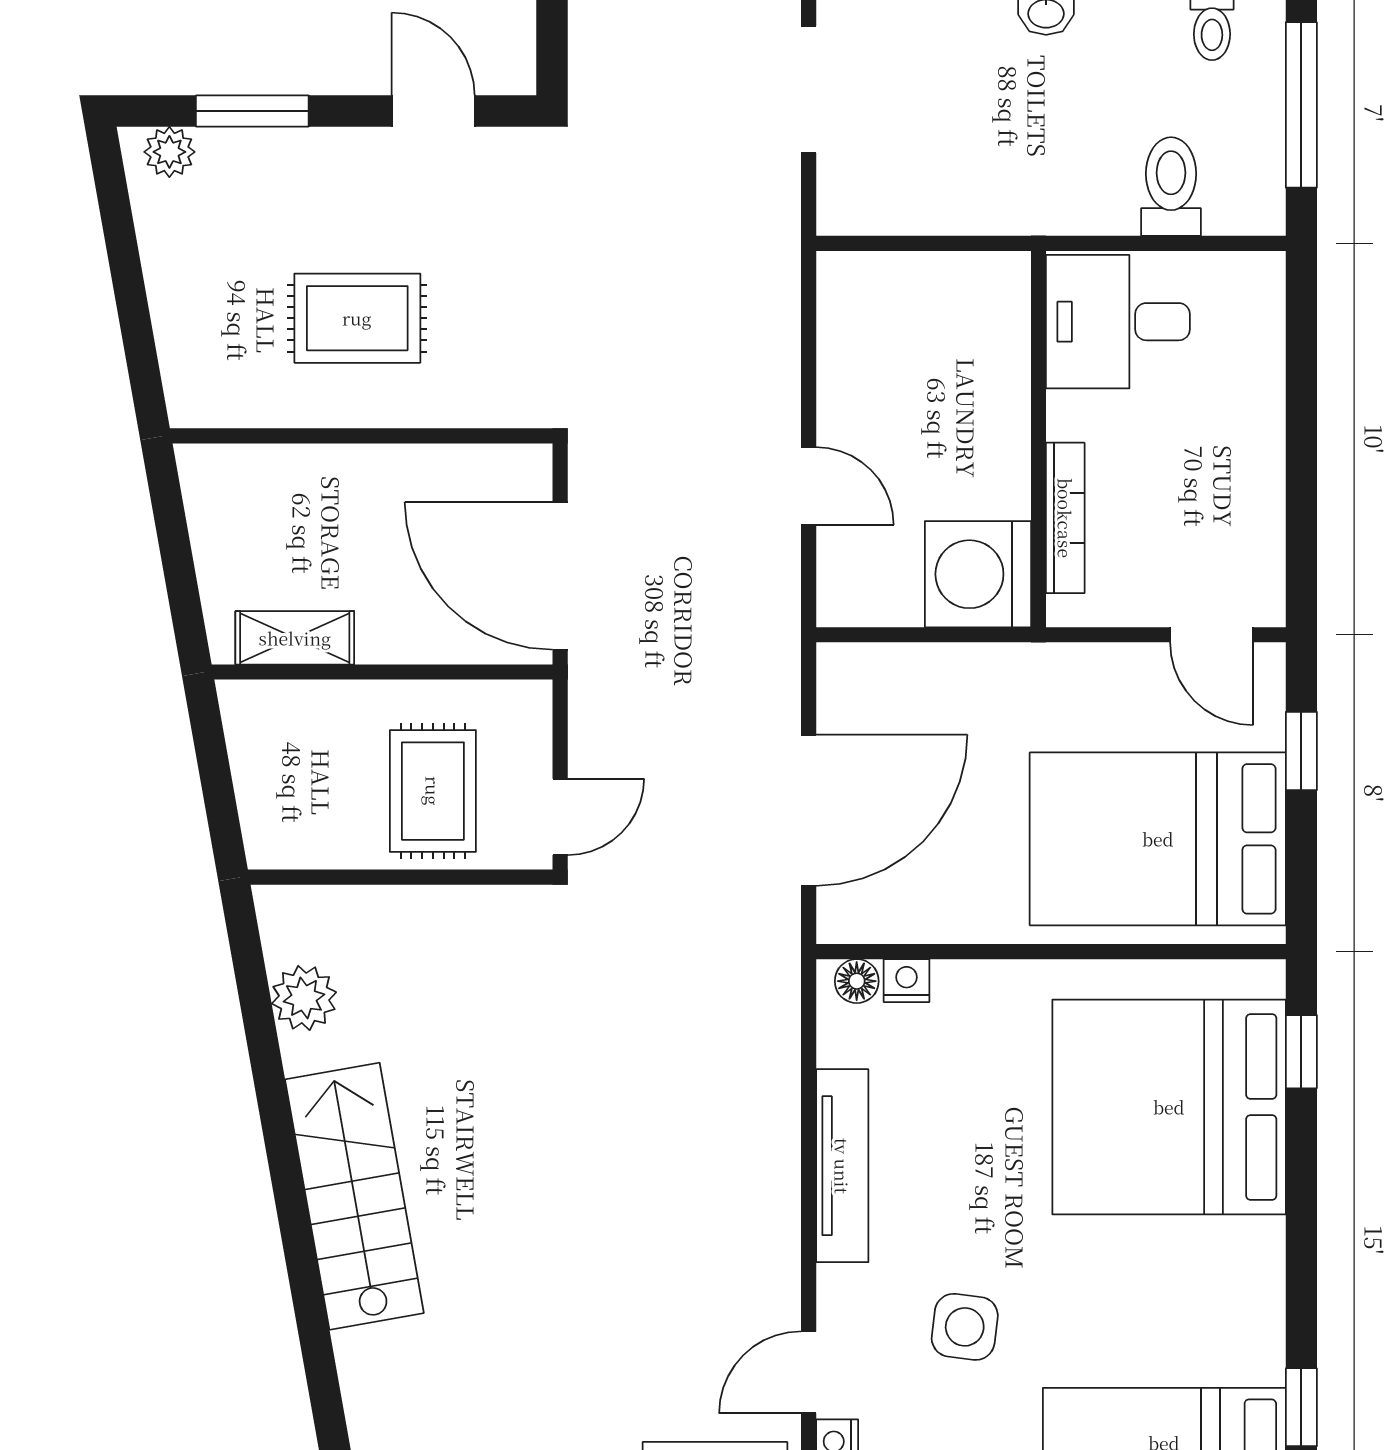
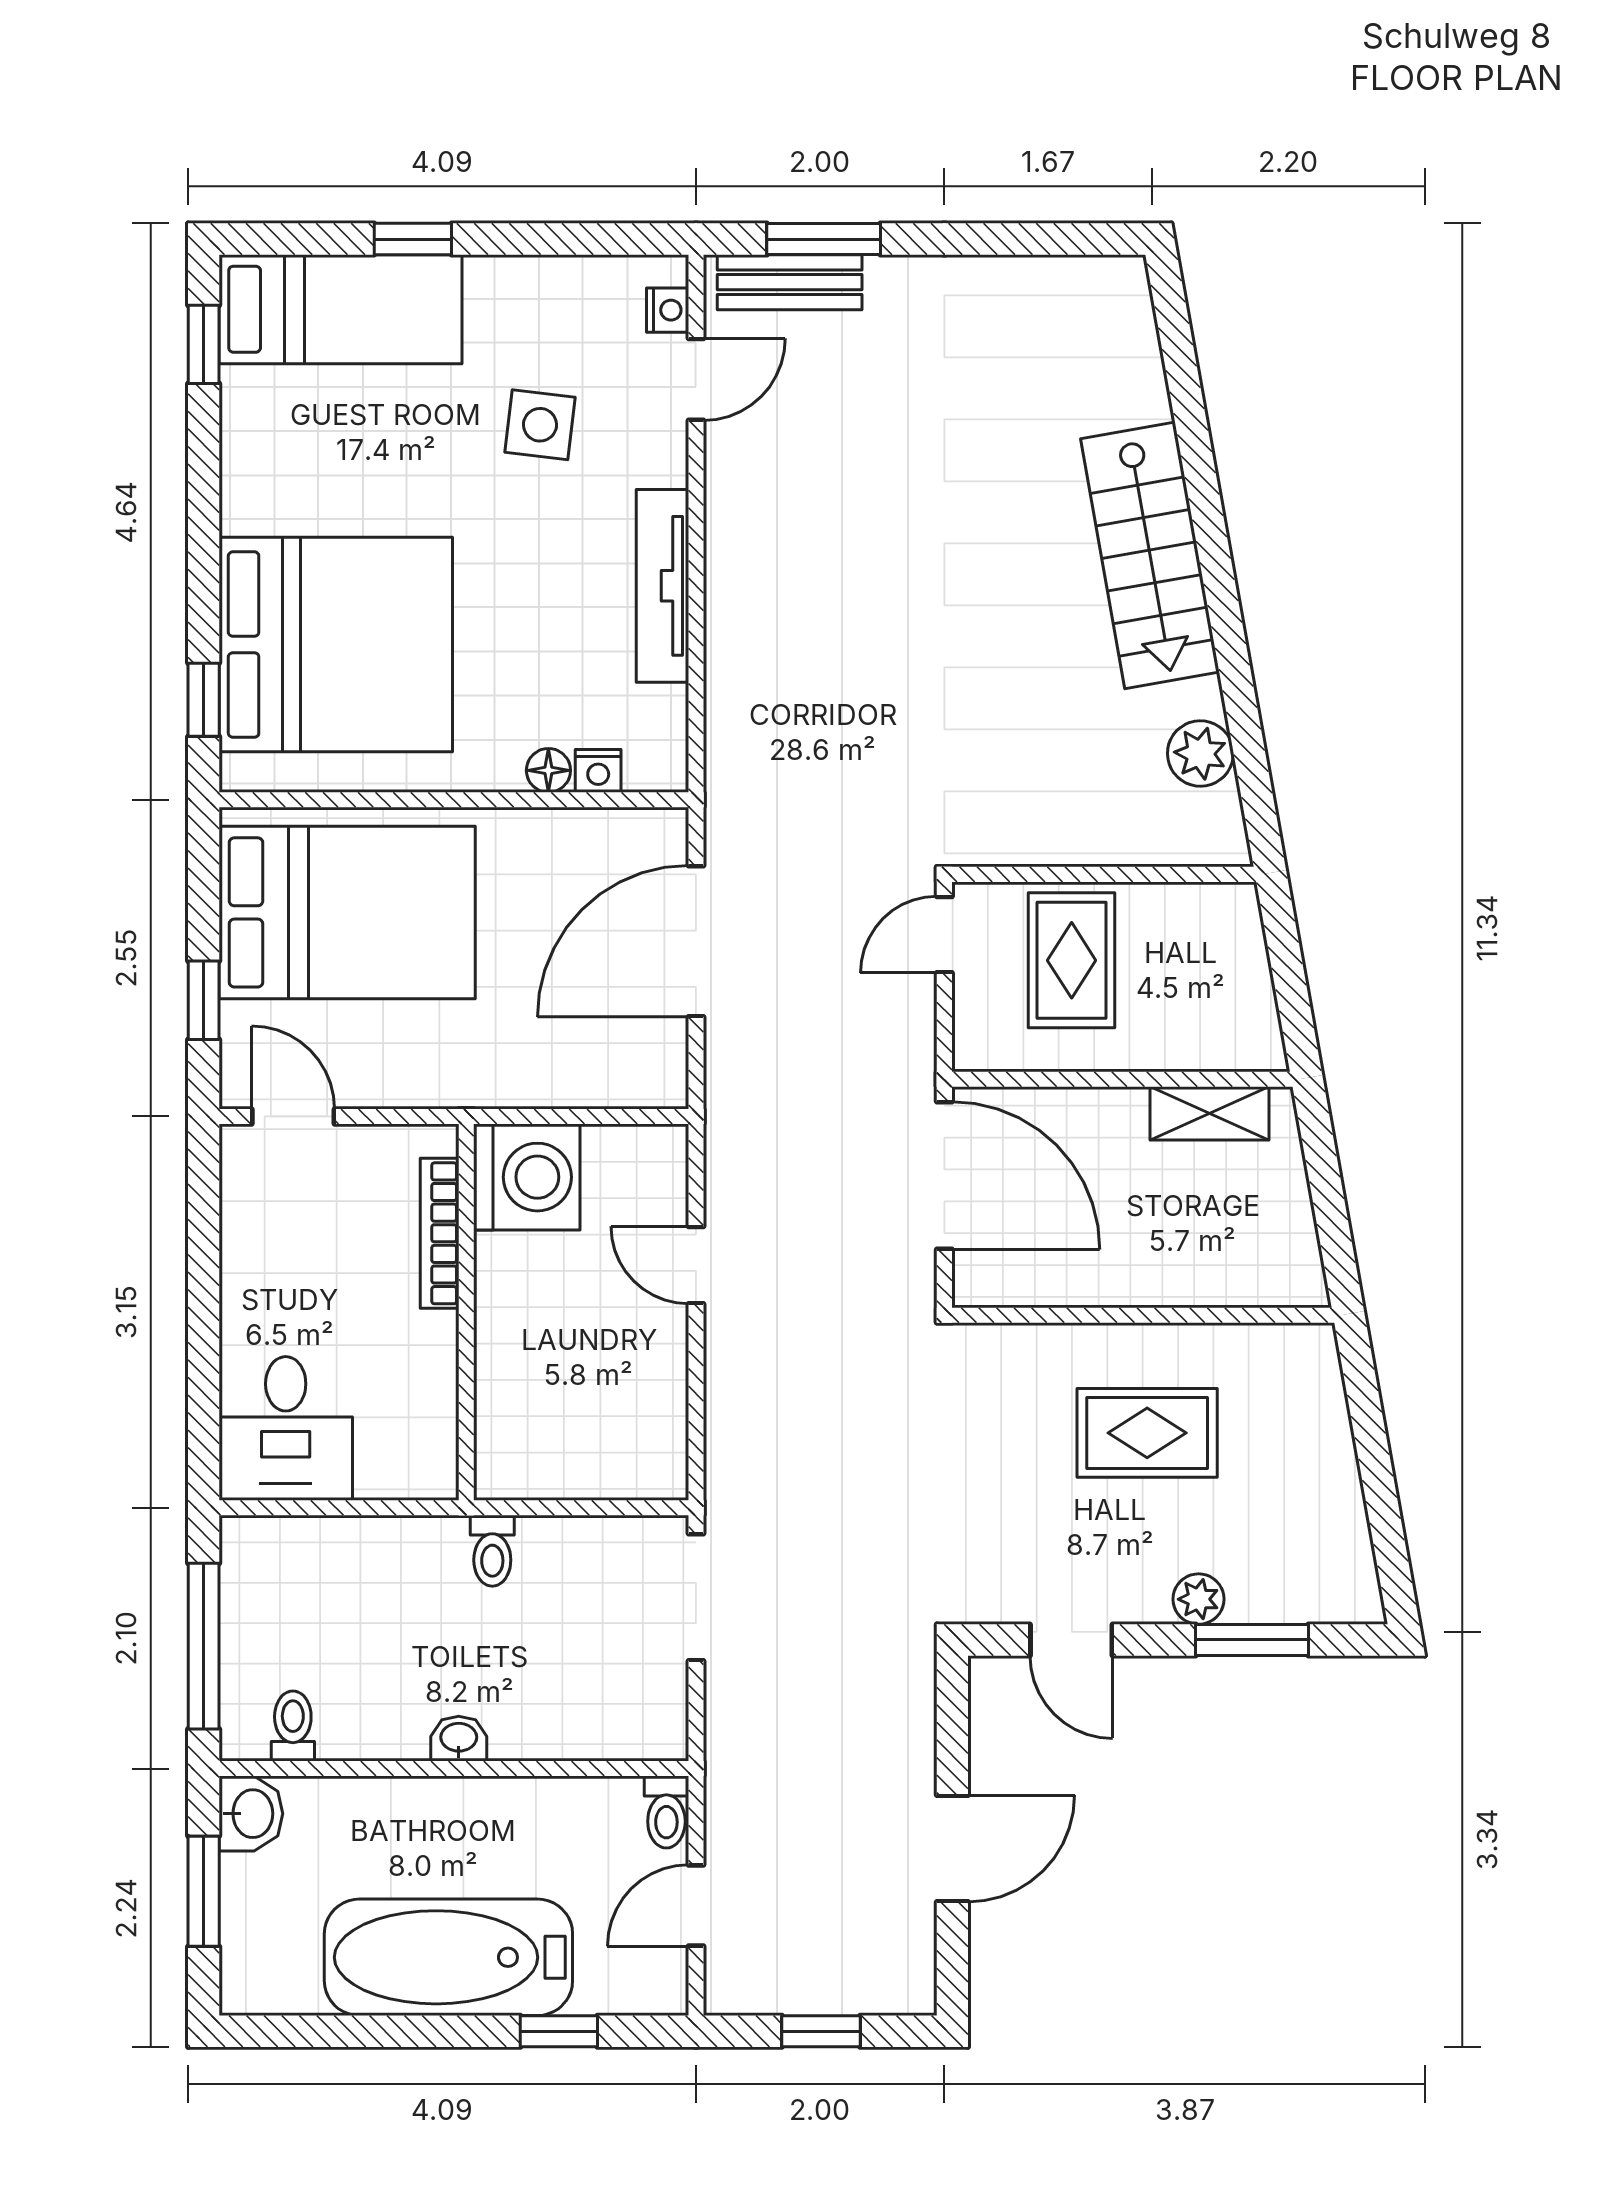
doorway: (809, 89) -> (696, 1597), moved
plant: (169, 152) -> (1199, 1599), moved
toilet: (1171, 187) -> (492, 1551), moved, width x0.73, depth x0.72
desk: (1118, 322) -> (286, 1428), moved, turned 90
floor lamp: (857, 981) -> (548, 770), moved

